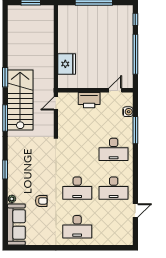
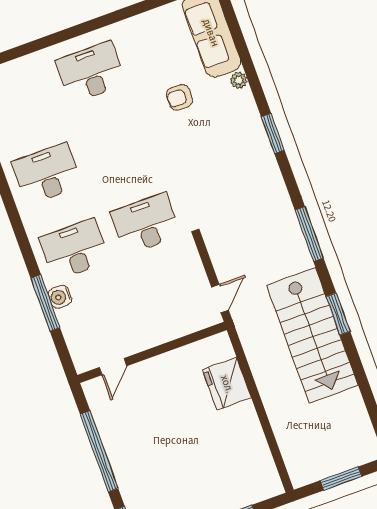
stairs: (20, 100) -> (312, 335), moved
printer: (89, 100) -> (157, 329), removed
water cooler: (128, 112) -> (60, 297), moved
desk: (77, 188) -> (146, 224), moved

